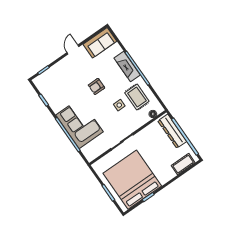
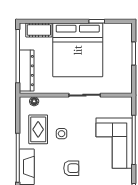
bed: (132, 180) -> (78, 50), moved

